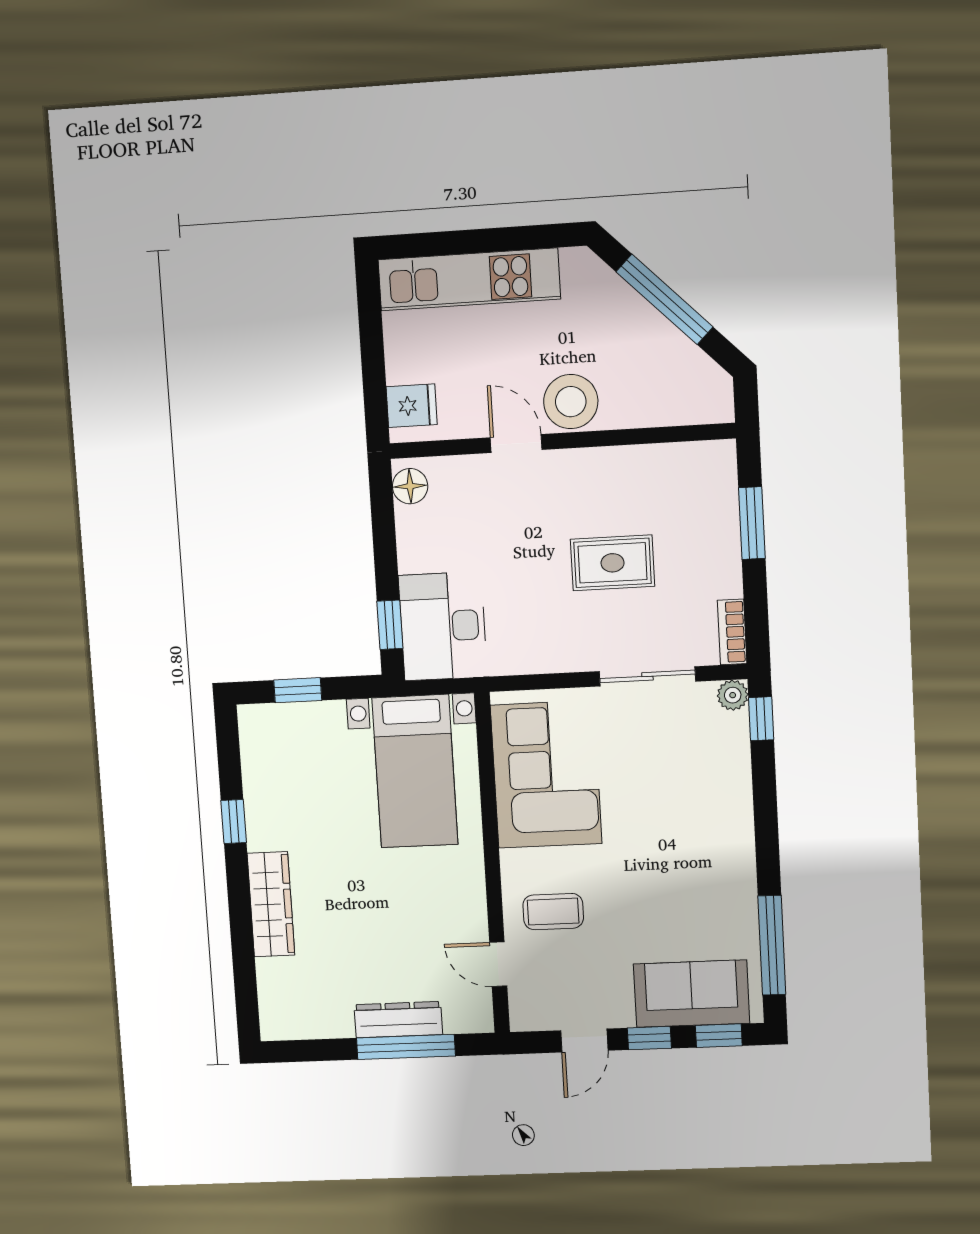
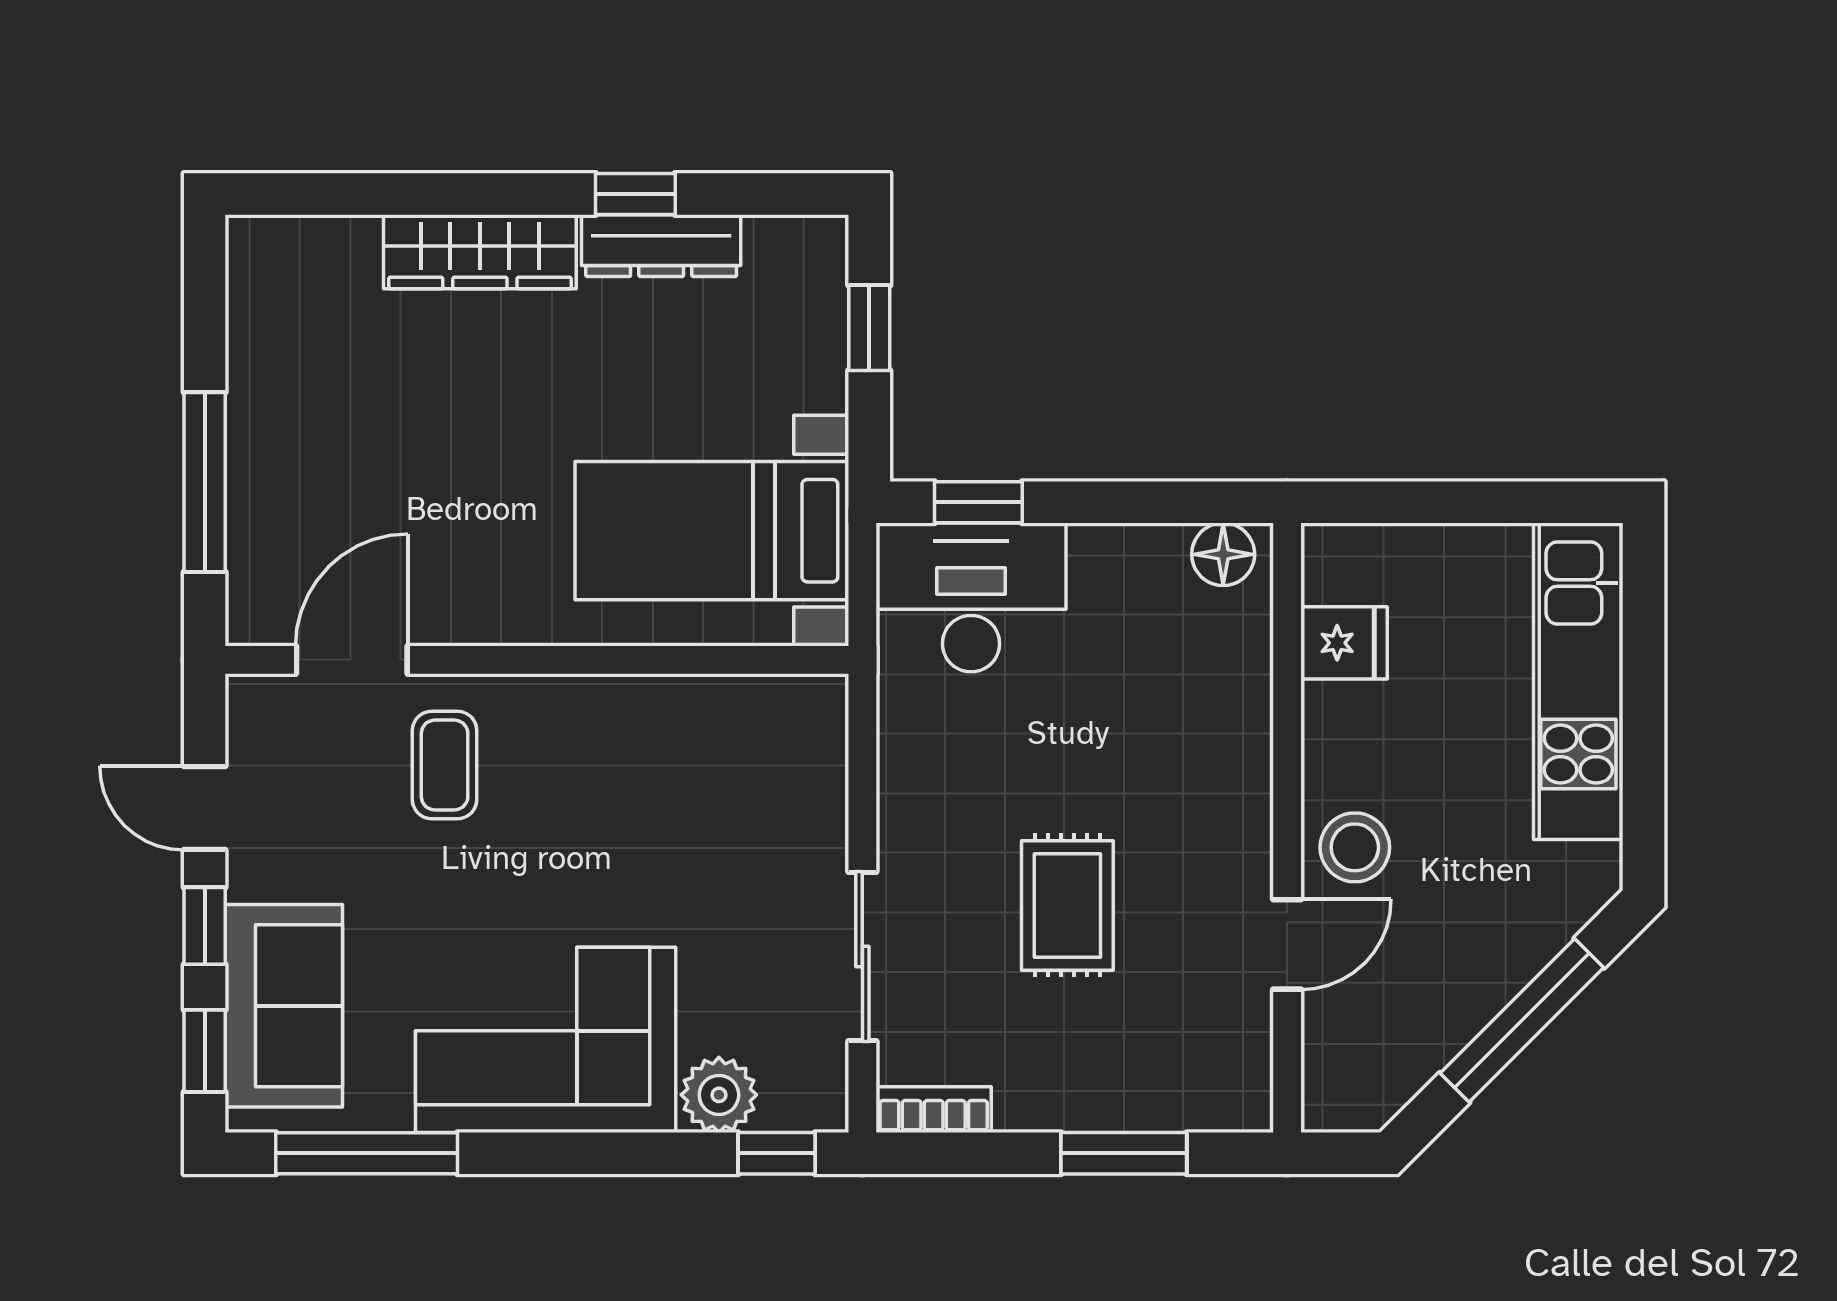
stool: (571, 402) -> (1355, 847), width x0.73, depth x0.73
fridge: (412, 406) -> (1344, 643), moved, turned -90
door: (516, 444) -> (1287, 944), moved
plant: (733, 695) -> (719, 1095), moved, width x1.38, depth x1.38
corner sofa: (546, 774) -> (546, 1040), moved, turned 180
door: (498, 964) -> (352, 660), width x1.37
dresser: (398, 1020) -> (661, 246), moved, turned 90

